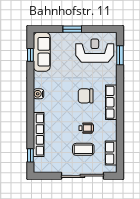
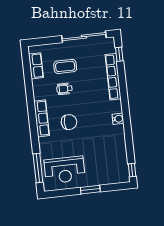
sofa: (42, 52) -> (119, 163), removed
window: (30, 55) -> (132, 170), moved
window: (120, 55) -> (38, 168), width x1.44
sliding door: (82, 176) -> (84, 37), moved

